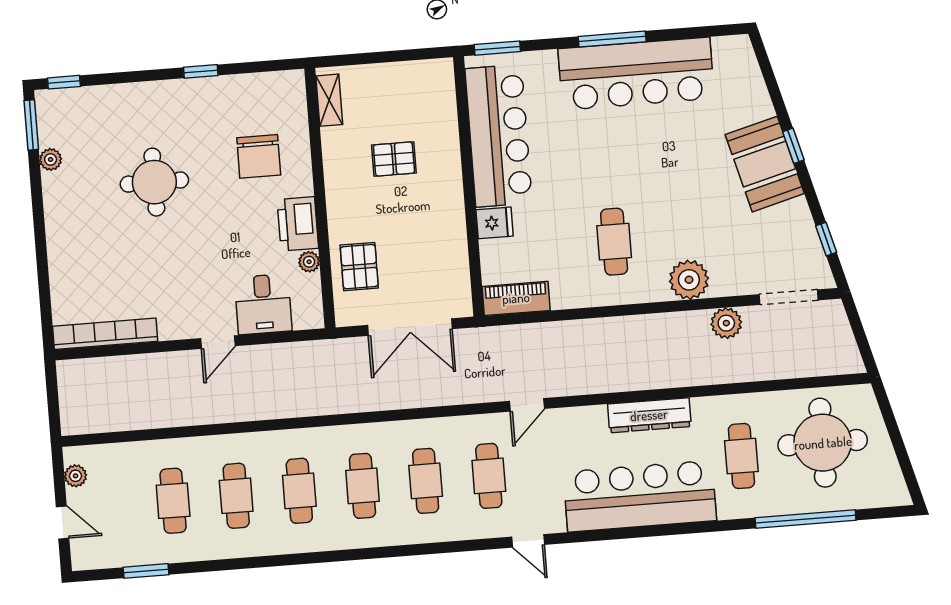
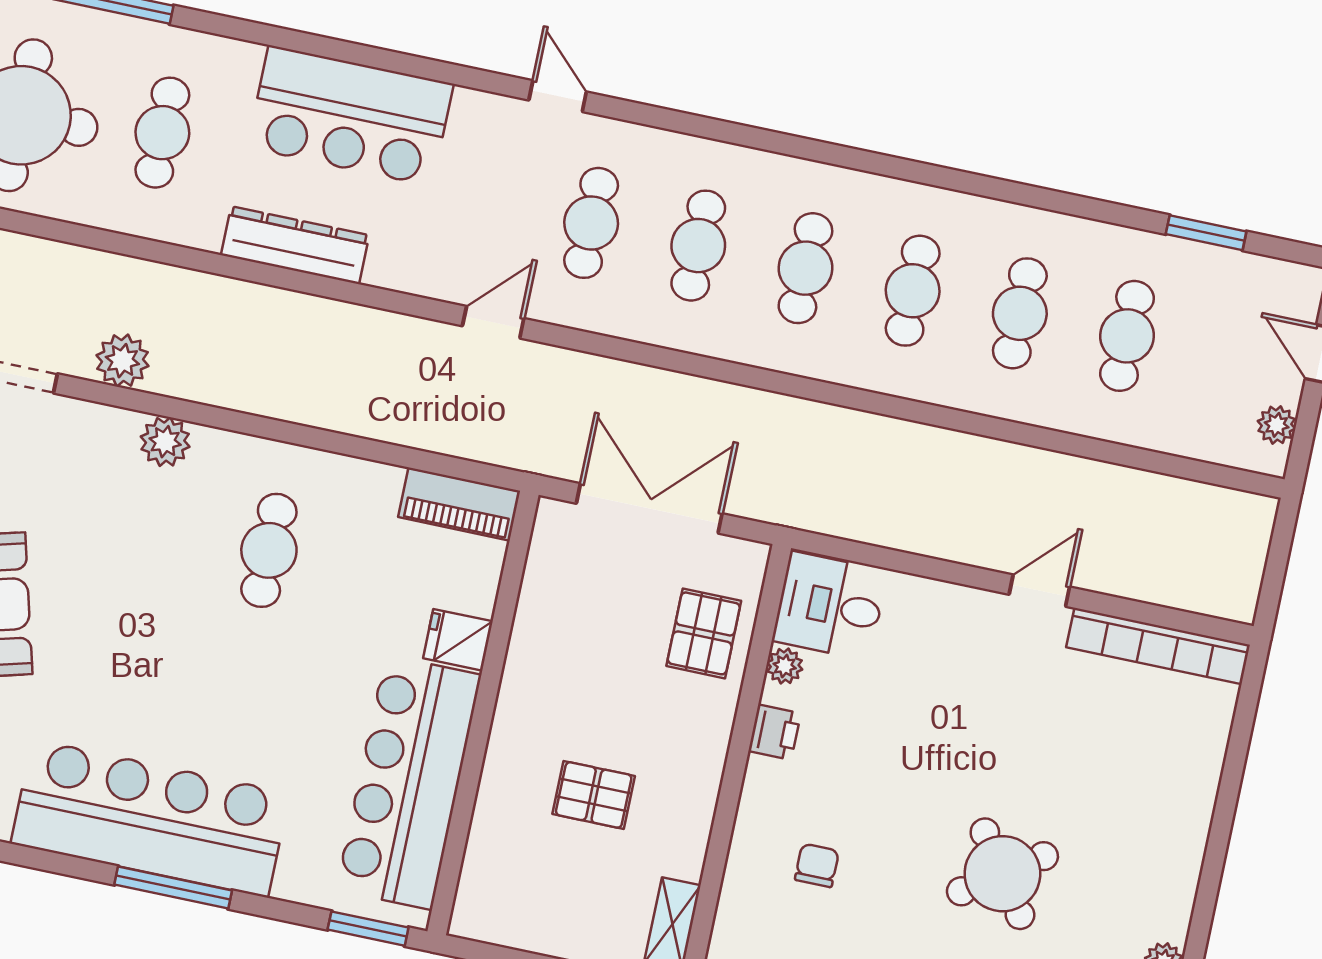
chair: (259, 156) -> (817, 865), width x0.54, depth x0.54
round table: (154, 182) -> (1002, 874), turned -35
printer: (298, 224) -> (775, 732), width x0.53, depth x0.68
plant: (689, 280) -> (165, 442), width x0.73, depth x0.73
desk: (263, 304) -> (830, 606), moved, turned -90
door: (218, 342) -> (1039, 591), moved
bar counter: (640, 496) -> (350, 116), width x0.73

